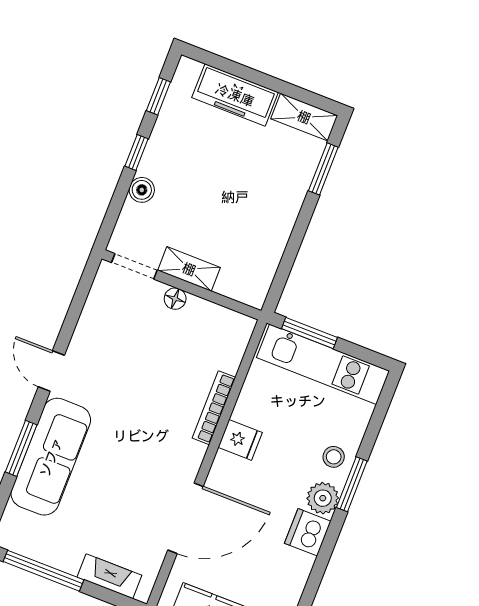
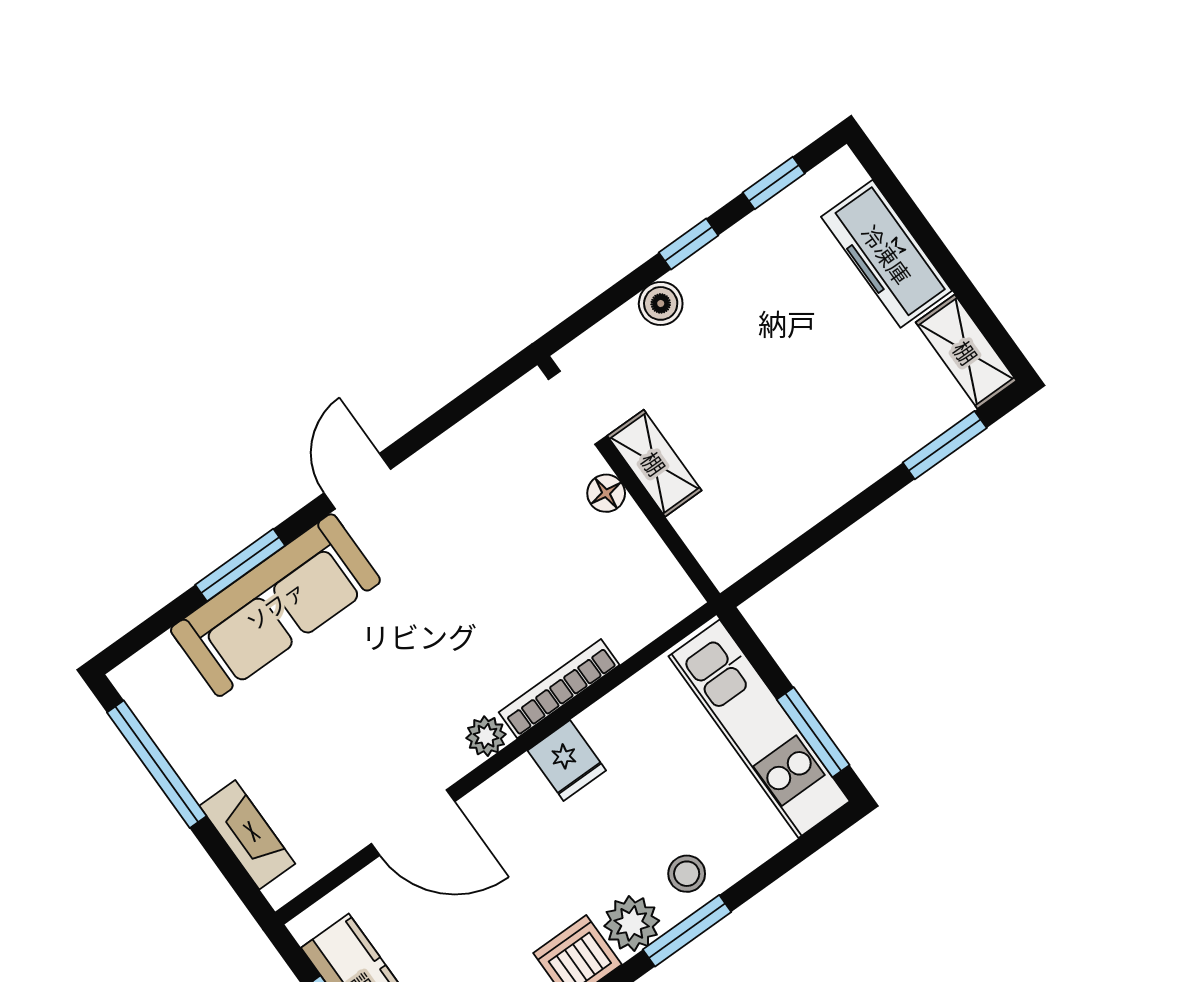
window: (310, 333) -> (813, 732), moved
plant: (194, 454) -> (486, 736), added
door: (186, 518) -> (413, 823), width x0.73

